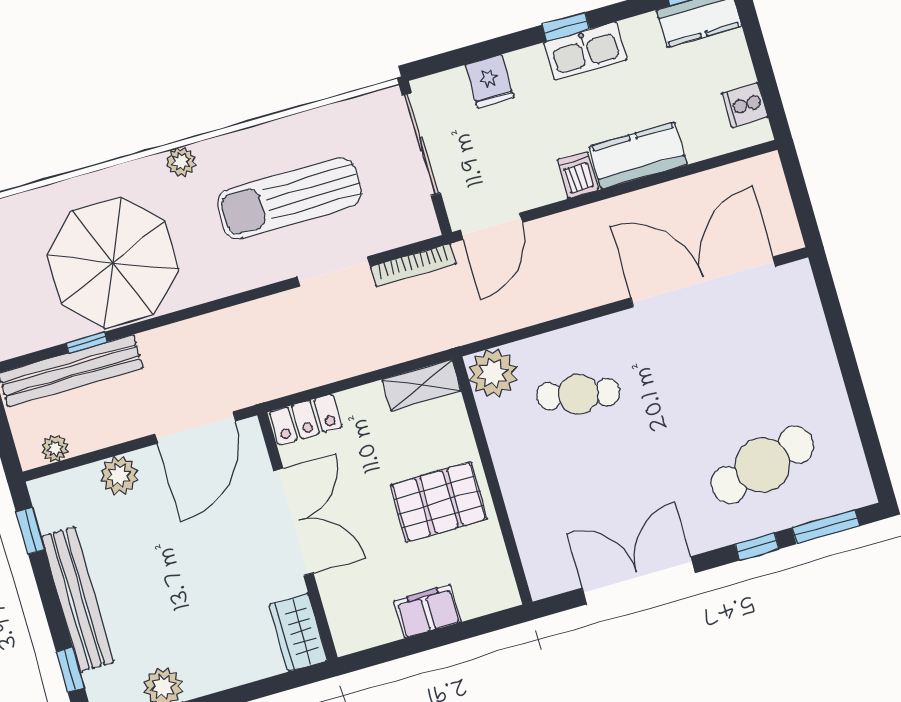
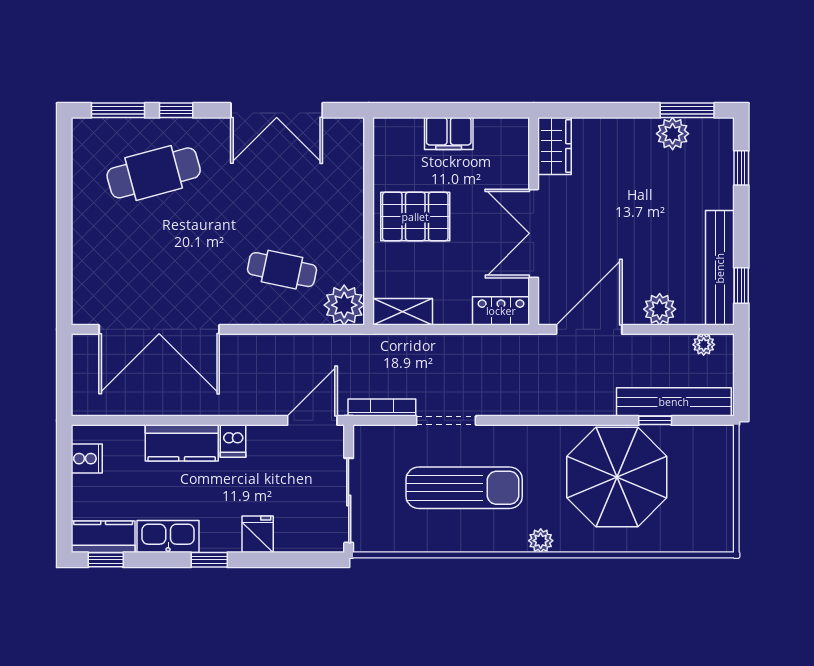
kitchen sink: (585, 51) -> (168, 537), moved
fridge: (490, 81) -> (258, 534), moved
bench: (77, 599) -> (720, 268), moved

